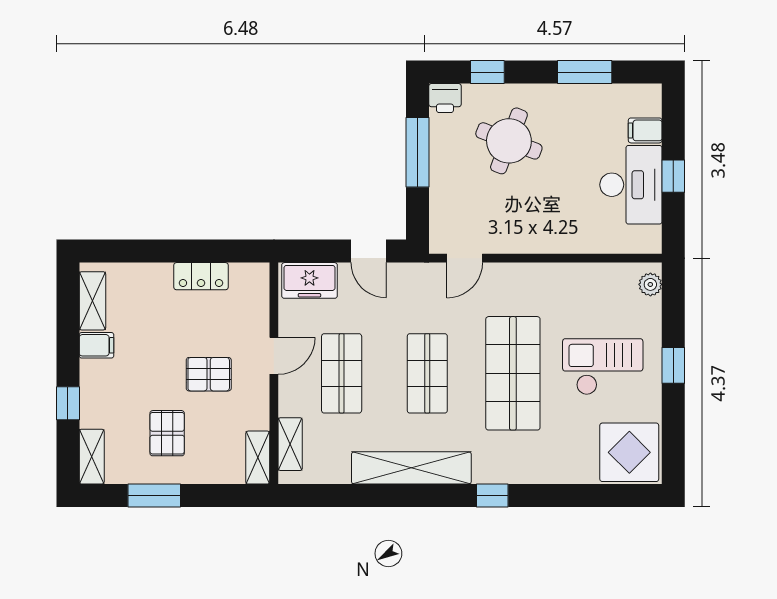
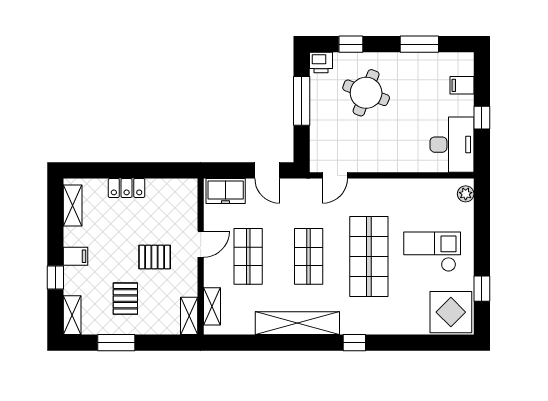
desk: (631, 185) -> (452, 145), moved
locker: (201, 276) -> (127, 188), moved
filing cabinet: (97, 345) -> (76, 256), moved
window: (673, 365) -> (482, 289), moved

